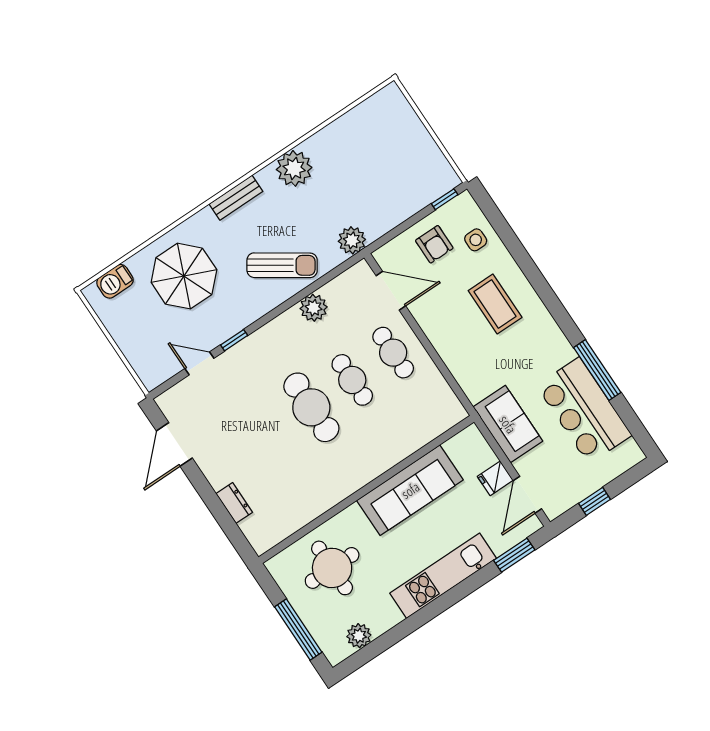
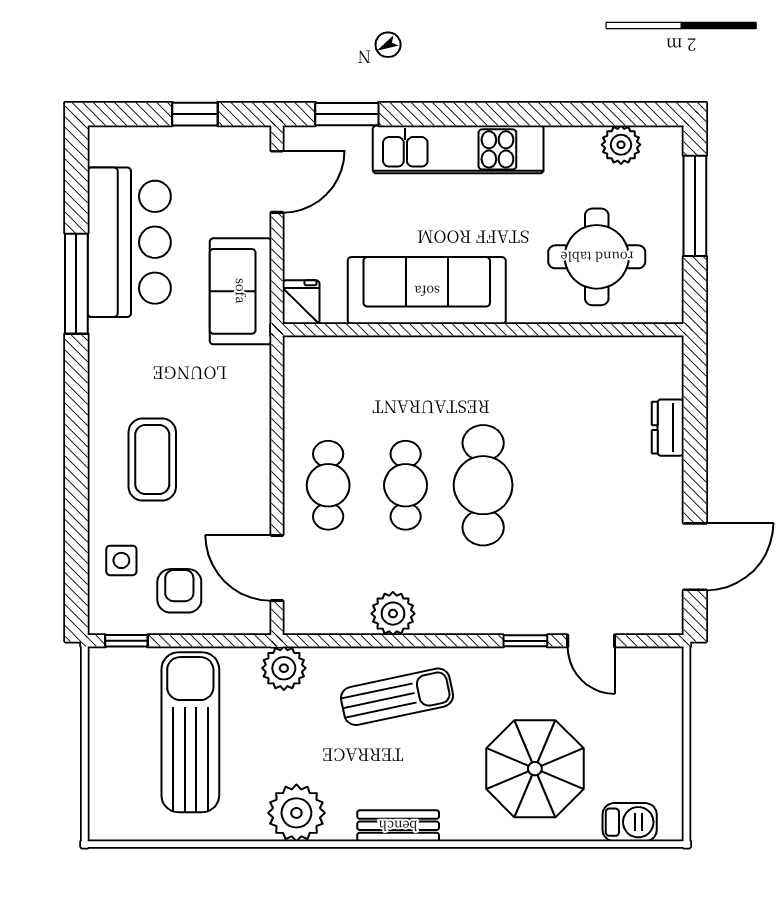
sun lounger: (379, 174) -> (190, 732), added
sun lounger: (282, 265) -> (397, 697), turned 134
fridge: (495, 478) -> (301, 302), moved, turned -90

